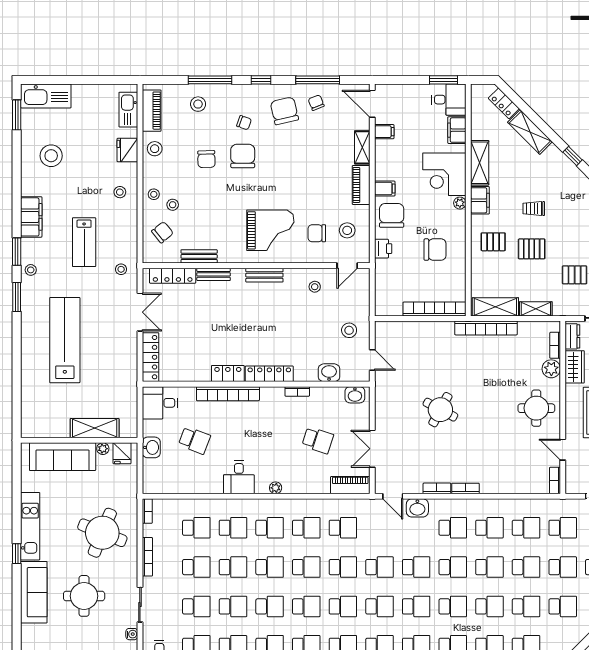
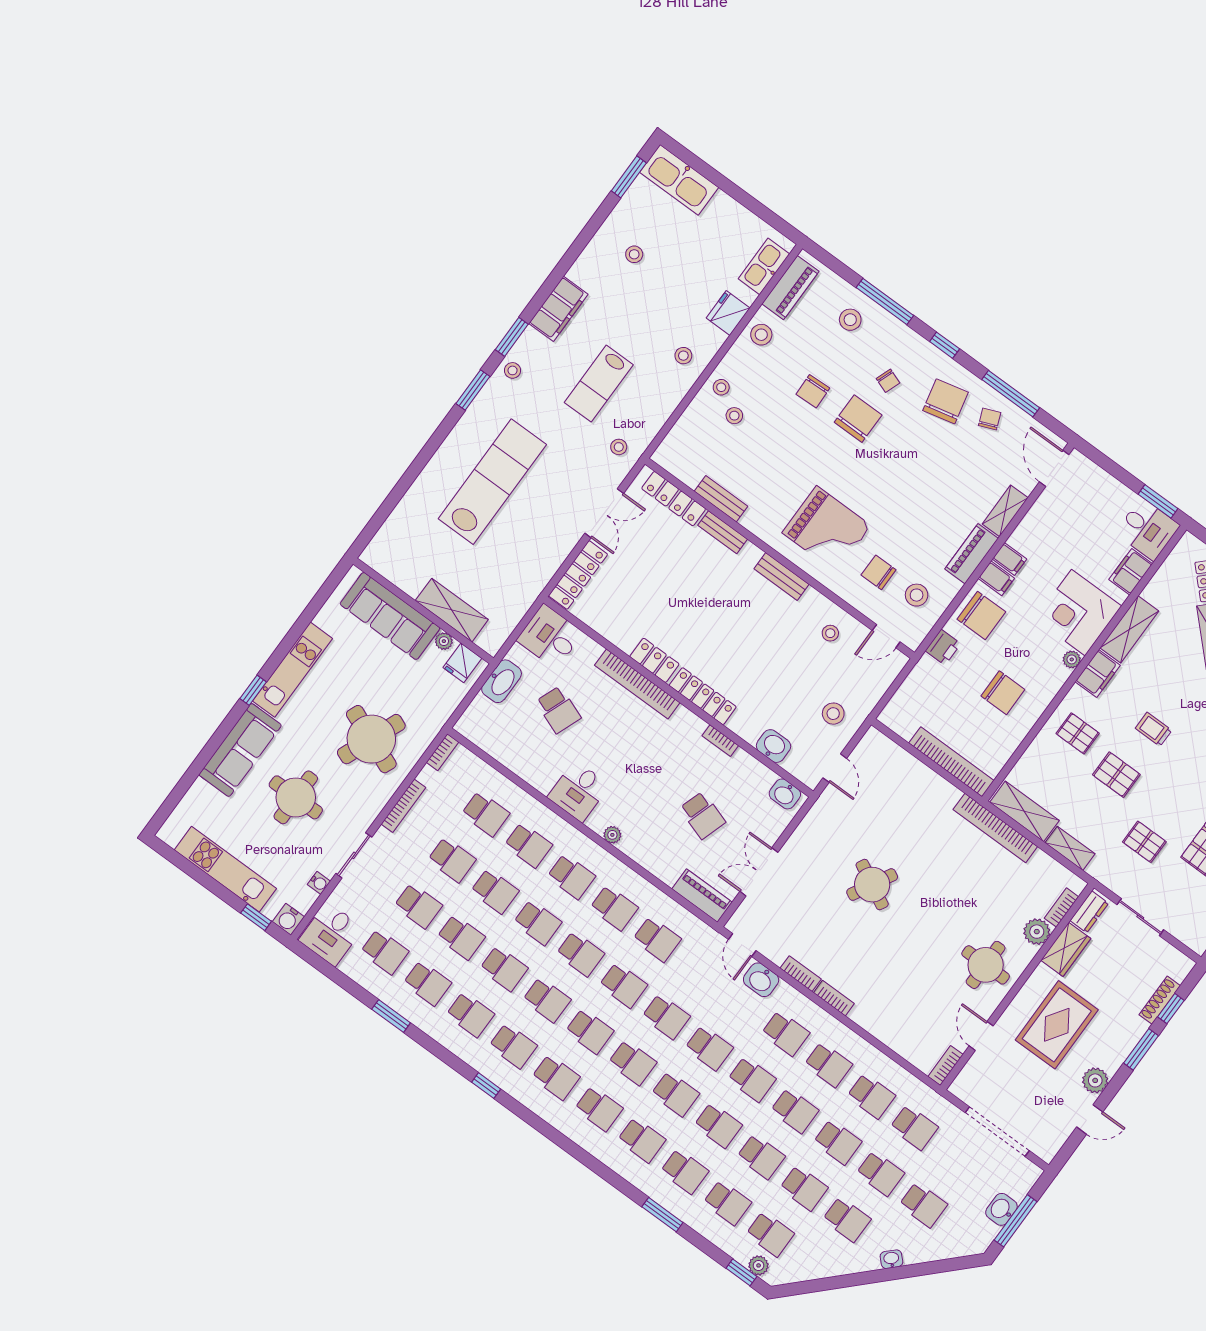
filing cabinet: (384, 132) -> (1009, 559), moved
stool: (51, 156) -> (634, 254), width x0.53, depth x0.53
chair: (392, 215) -> (981, 616), turned 90
chair: (162, 232) -> (699, 439), removed
washbasin: (151, 447) -> (502, 681), width x1.38

